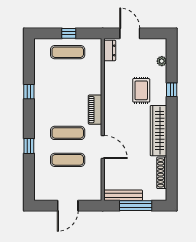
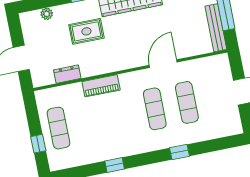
window: (69, 33) -> (38, 144), moved
dresser: (110, 50) -> (67, 74), moved
piano: (95, 110) -> (101, 86), moved

